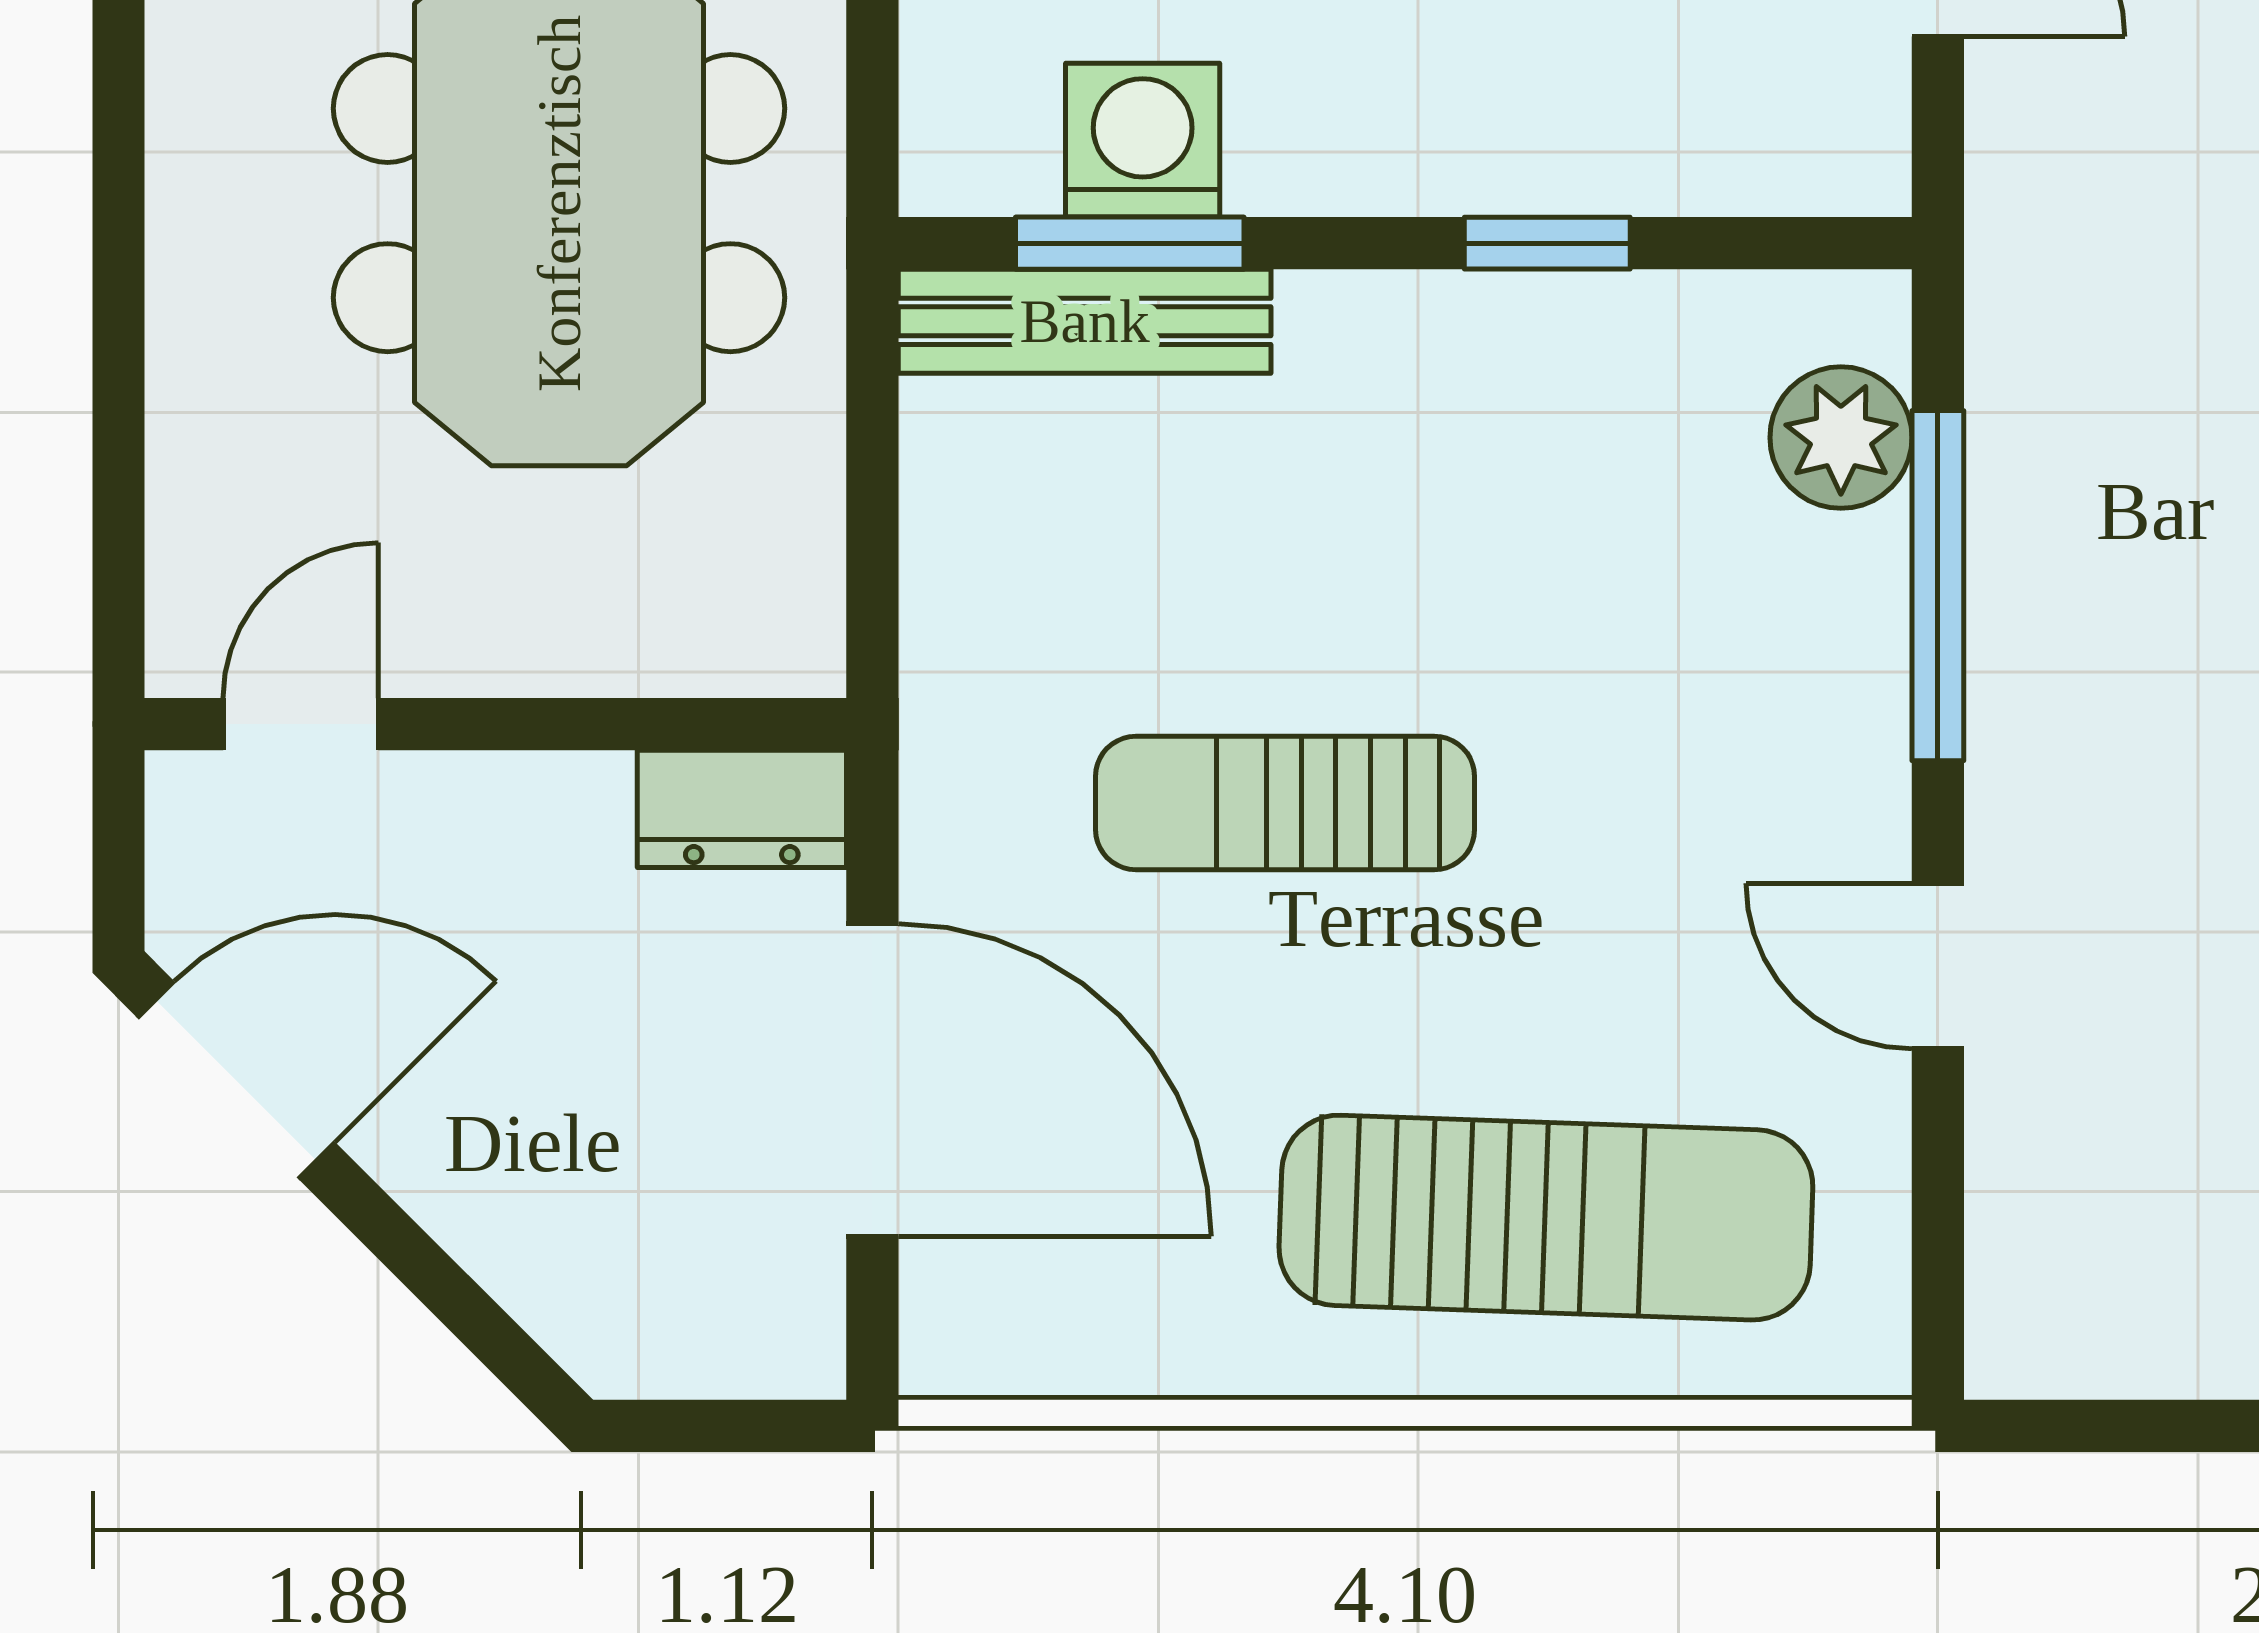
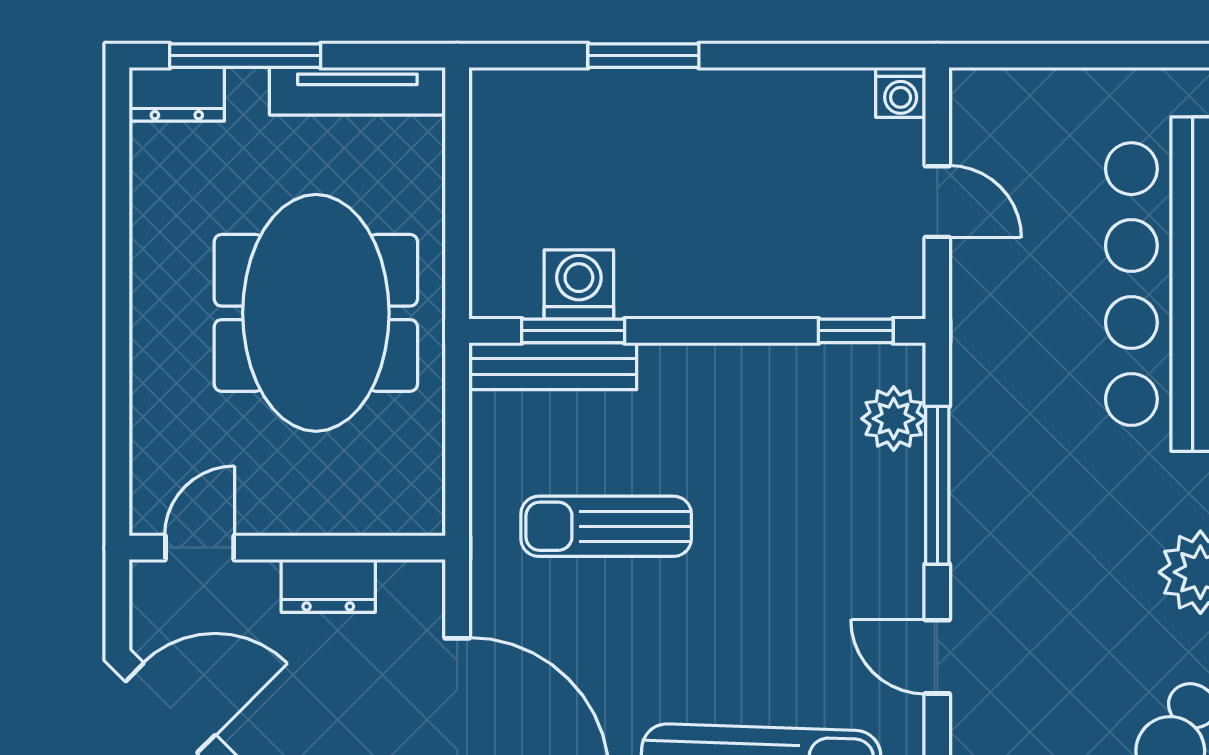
window: (1547, 243) -> (856, 331), moved
sun lounger: (1285, 803) -> (606, 526), moved
dresser: (742, 809) -> (328, 586), moved

